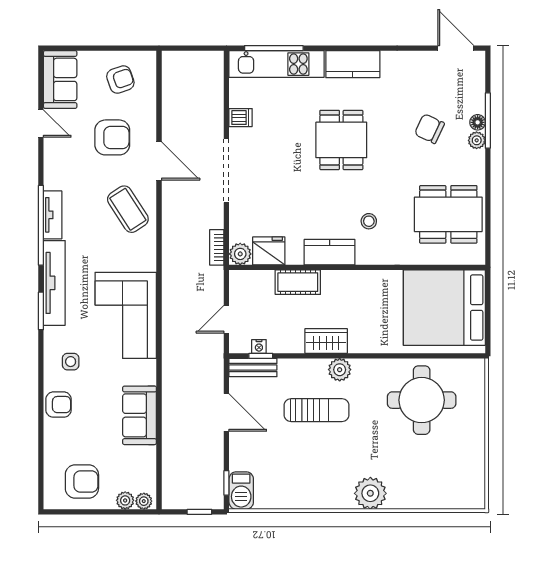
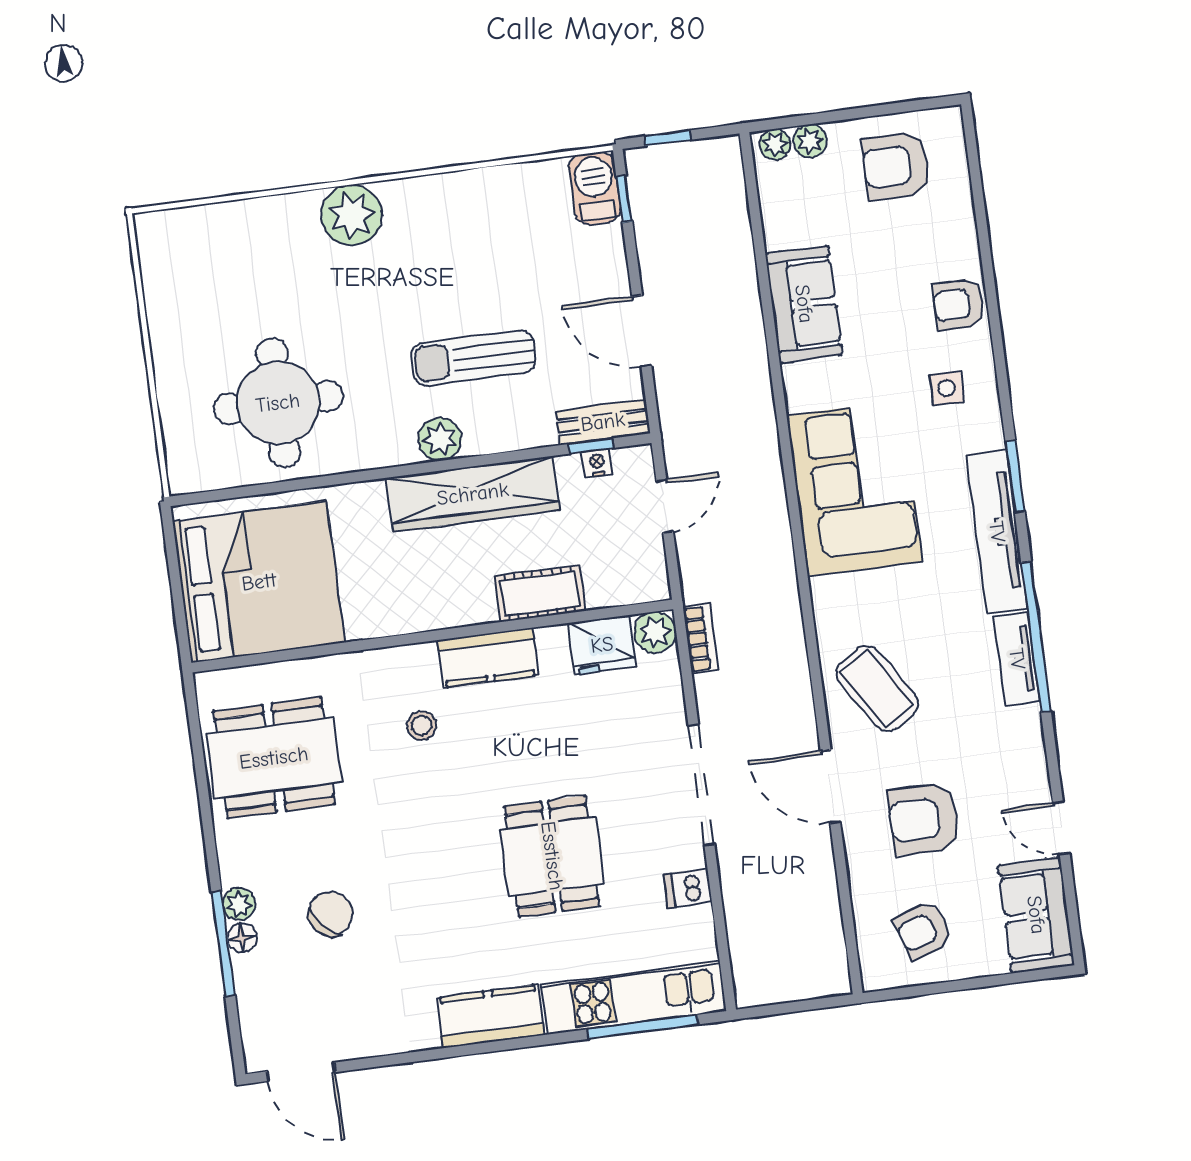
chair: (429, 129) -> (331, 914), turned -68
dining table: (341, 140) -> (552, 856), moved
wardrobe: (326, 341) -> (473, 494), width x2.10, depth x1.17

